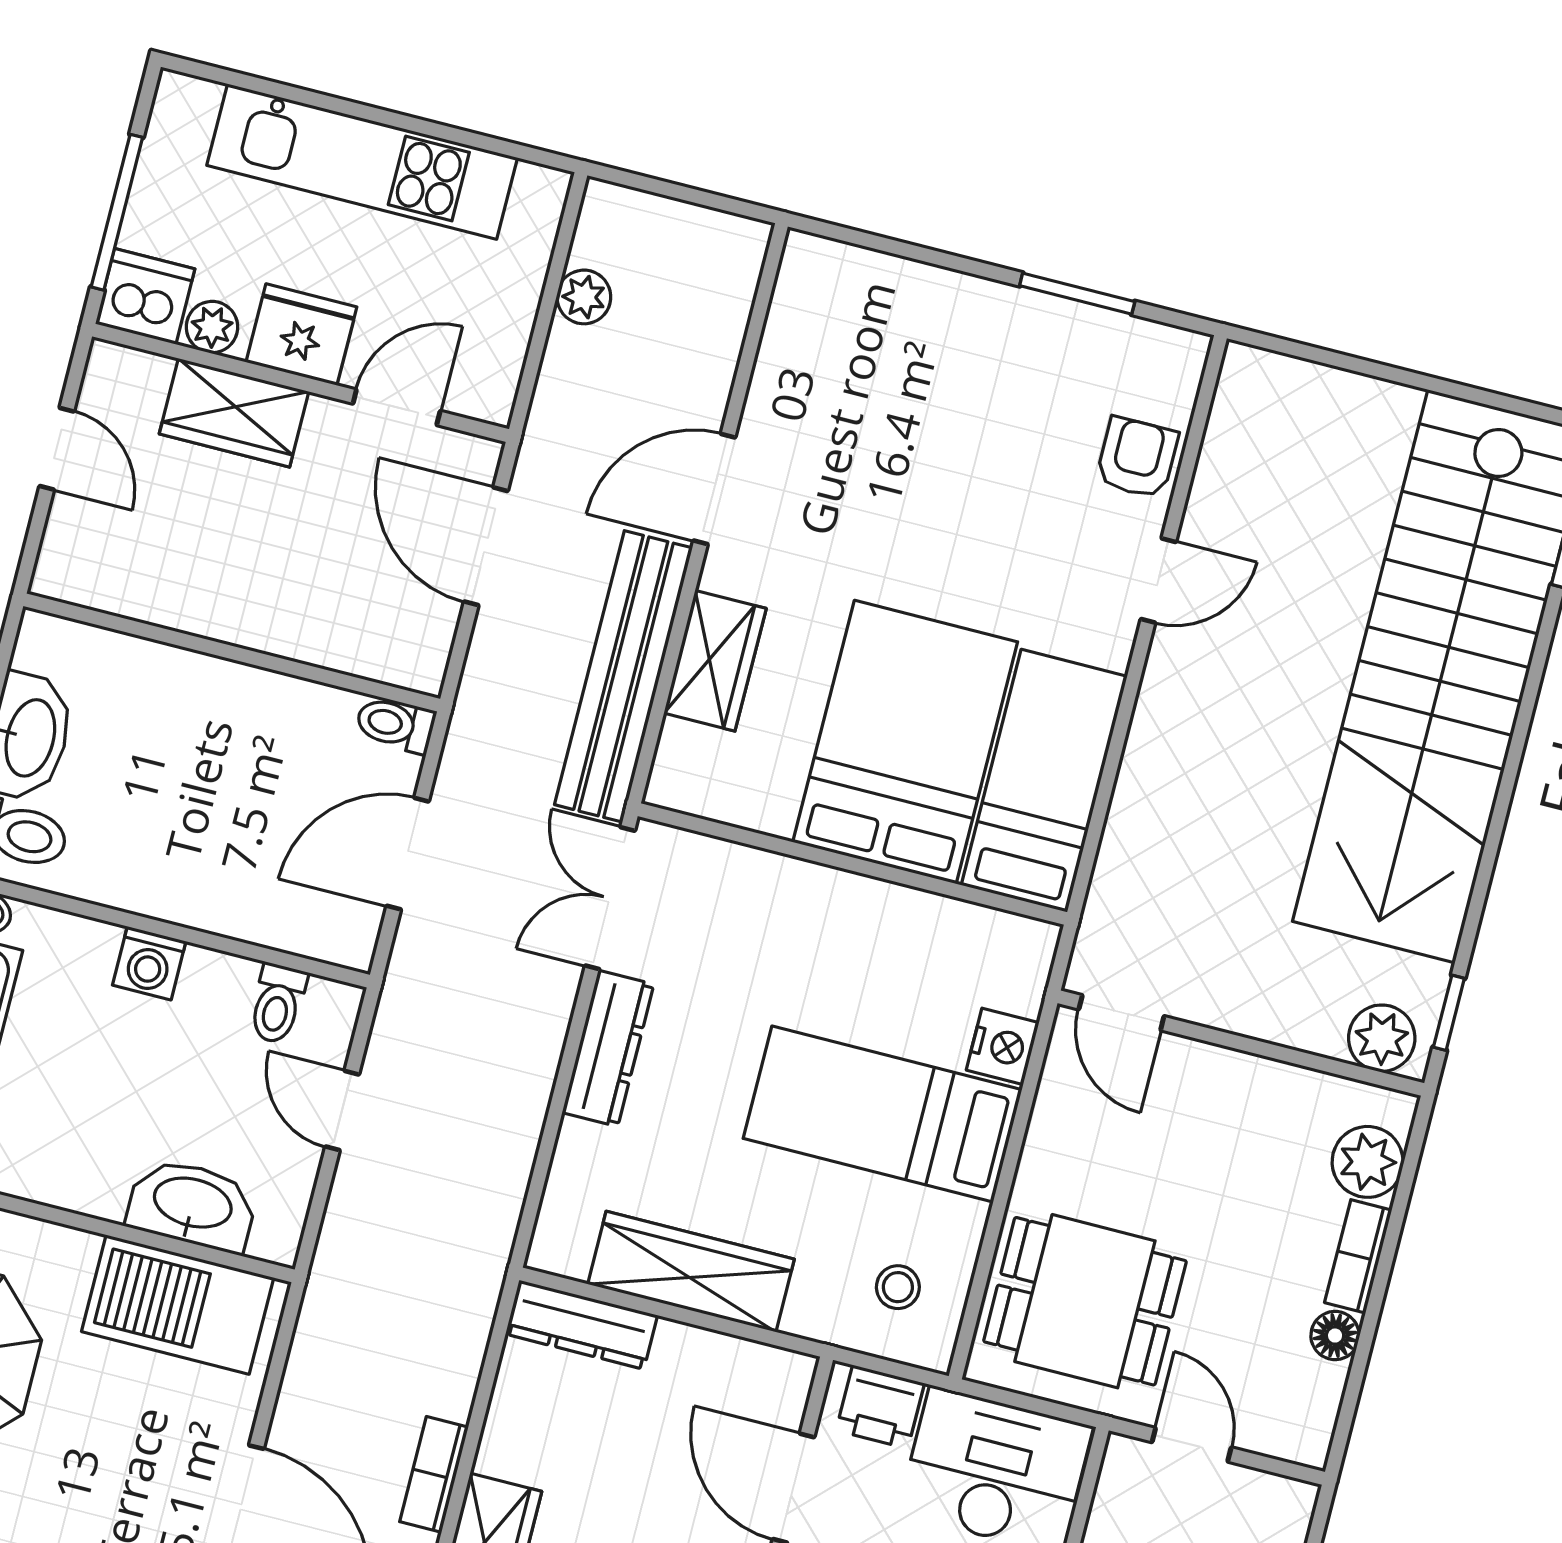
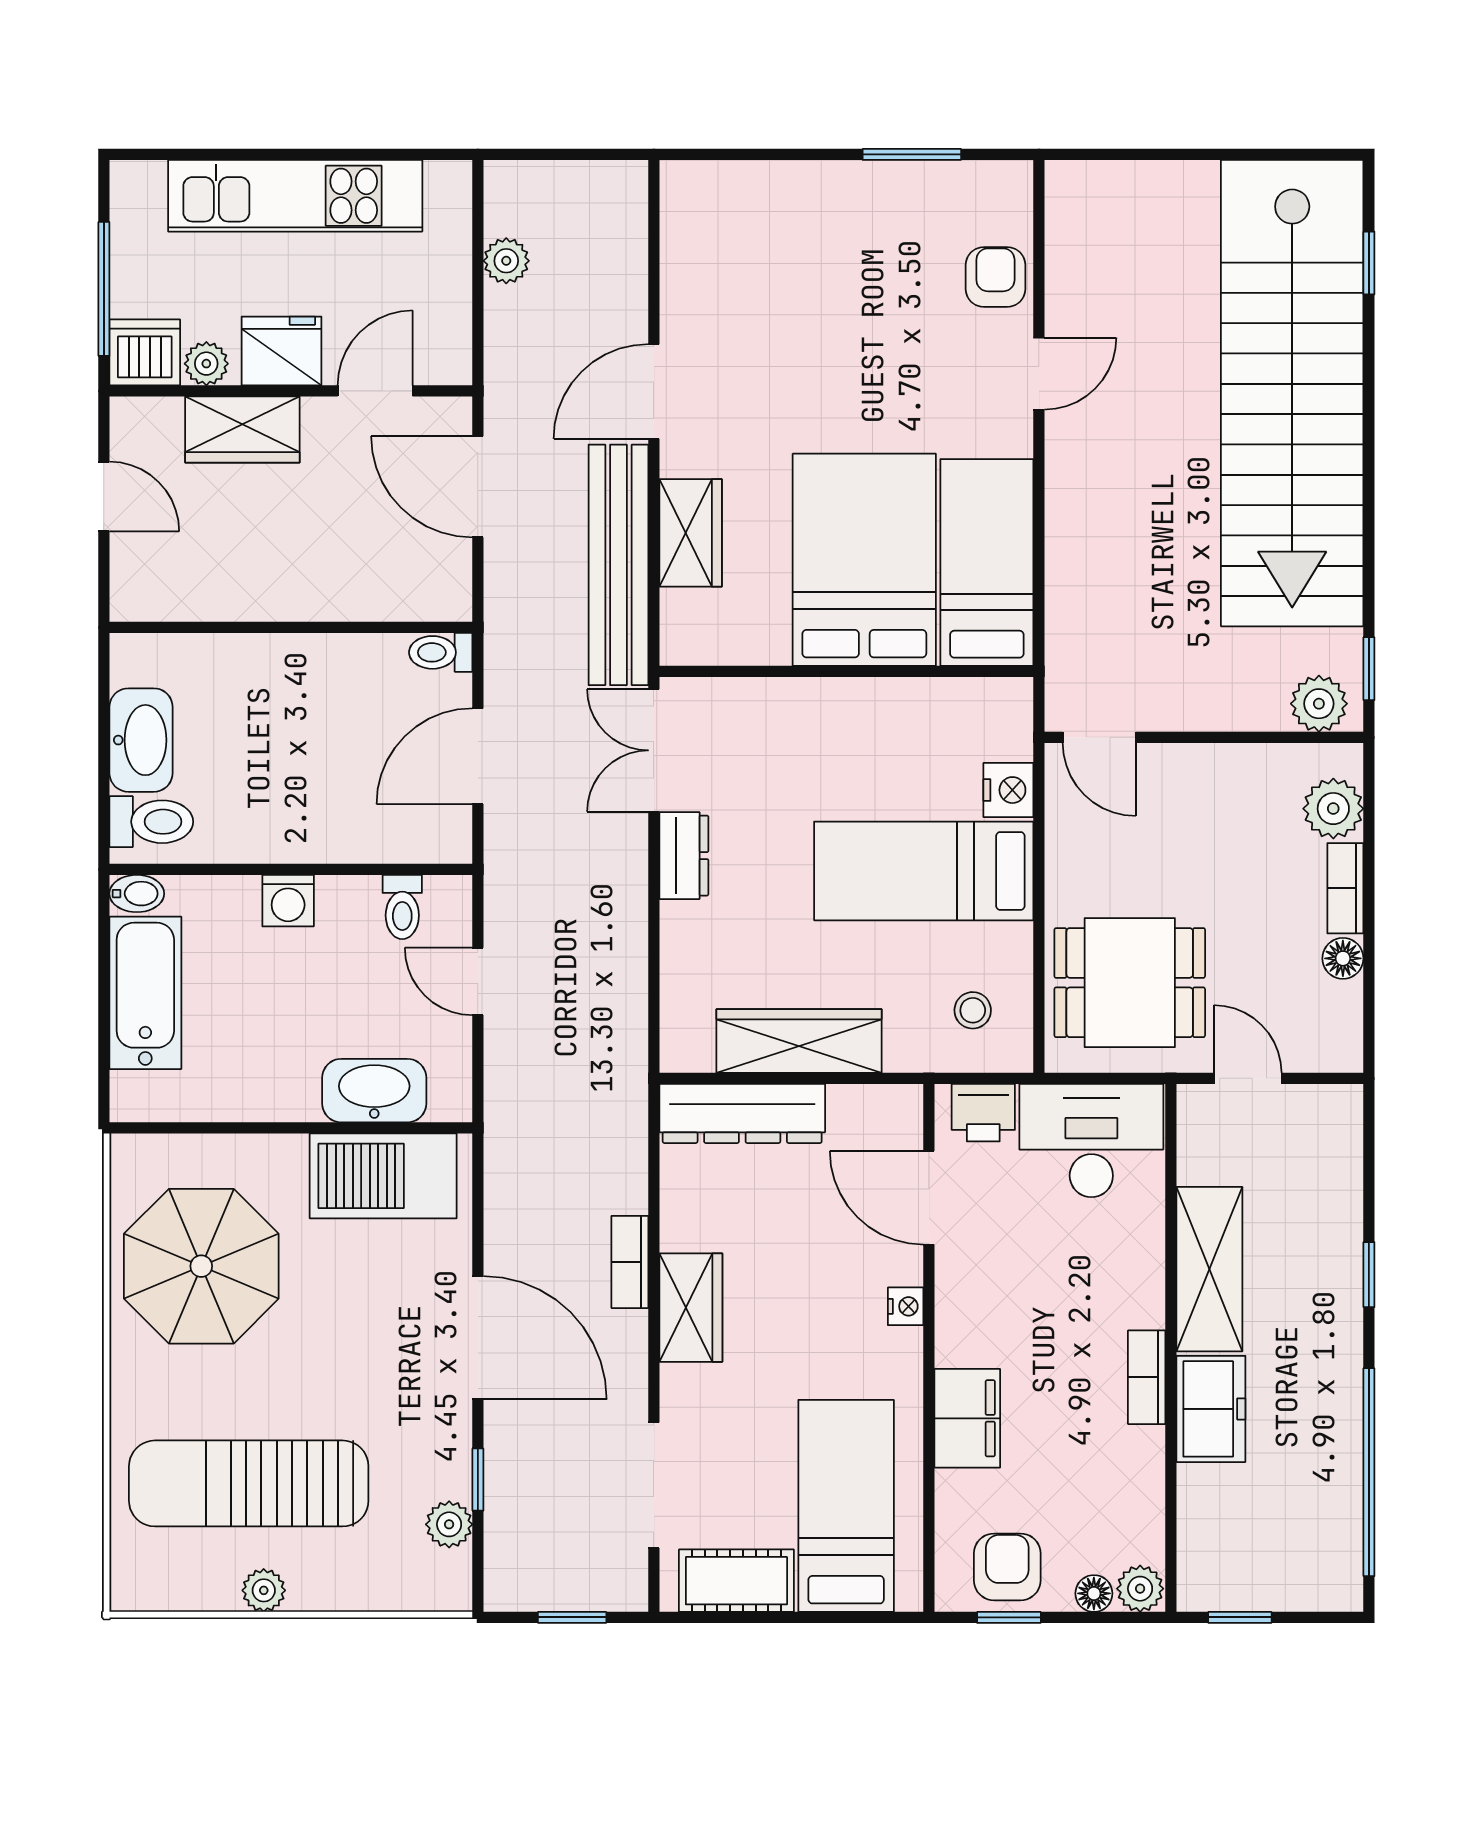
dresser: (608, 1048) -> (684, 856), width x0.70
dresser: (582, 1325) -> (742, 1113), width x1.37, depth x1.24

